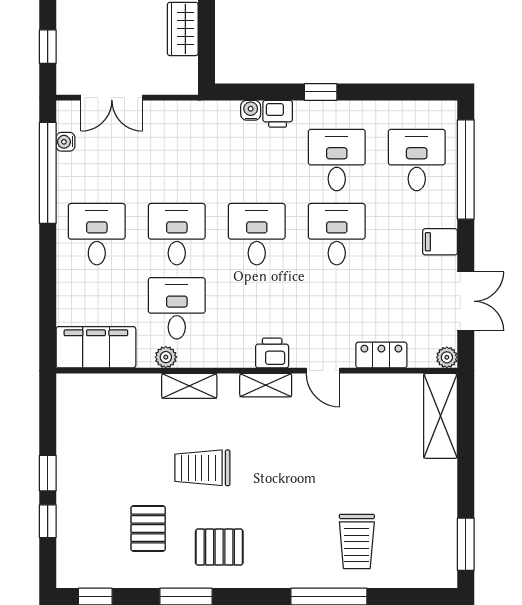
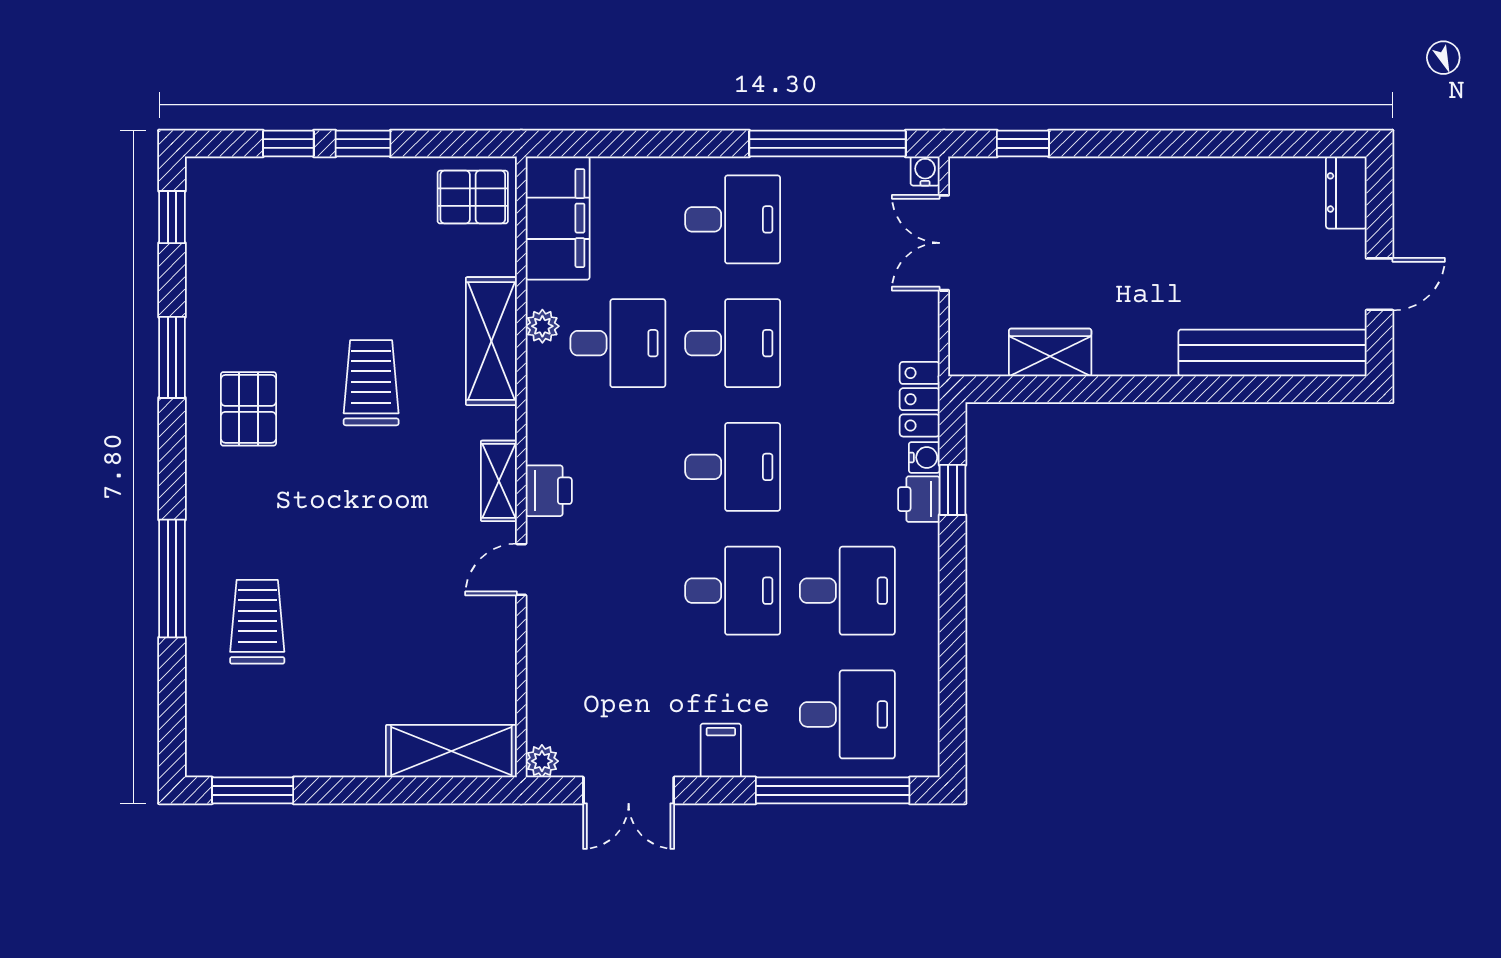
window: (321, 92) -> (953, 490), moved
water cooler: (65, 142) -> (925, 171), moved
locker: (381, 355) -> (920, 399), moved, turned 180
shelving: (189, 386) -> (491, 341), width x1.50, depth x1.33
pallet: (148, 528) -> (473, 197), moved
trolley: (357, 541) -> (257, 622), turned 90

